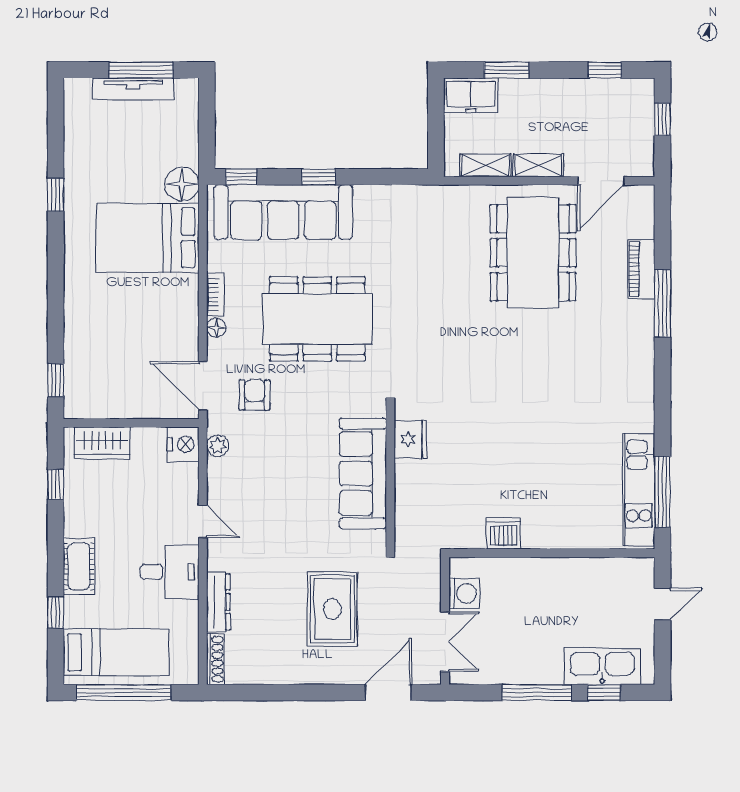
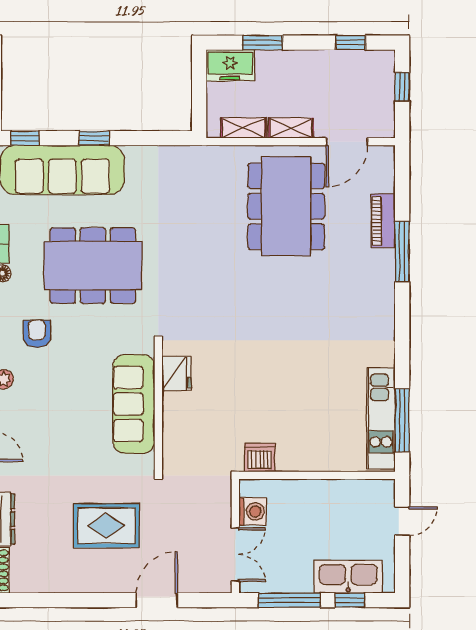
washing machine: (464, 593) -> (253, 511), moved
rug: (332, 609) -> (106, 526), turned 90
wall: (445, 621) -> (235, 536), moved
double door: (445, 641) -> (235, 555), moved

